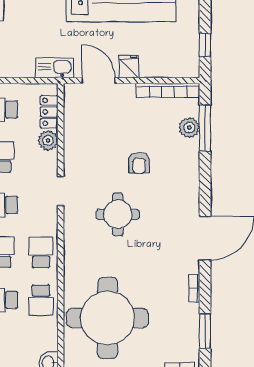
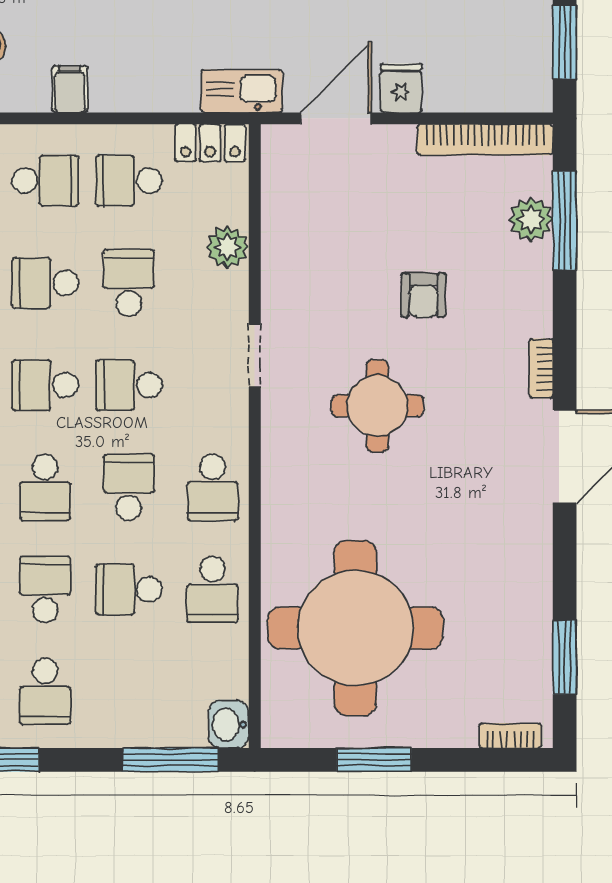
window: (205, 45) -> (565, 42), width x1.50
door: (98, 81) -> (336, 118), hinge flipped
locker: (49, 112) -> (210, 143), moved, turned -90
school desk: (41, 252) -> (213, 487), turned 180
bookcase: (194, 288) -> (541, 368), moved

